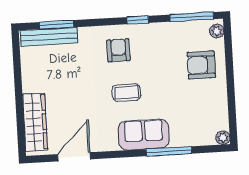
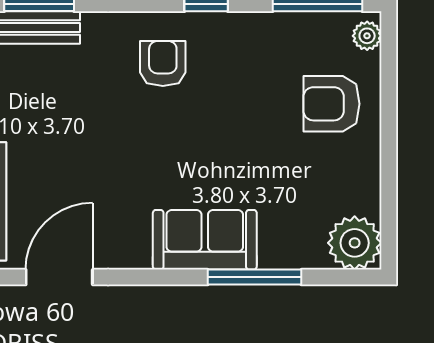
coffee table: (126, 93) -> (174, 151), removed
plant: (223, 138) -> (355, 243), width x1.88, depth x1.88

